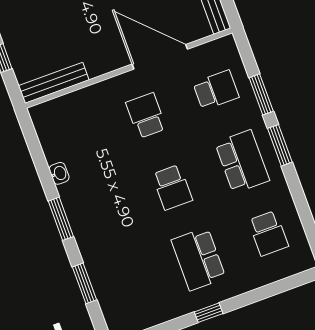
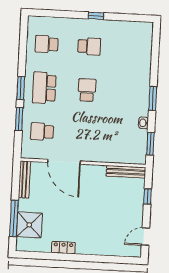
school desk: (146, 116) -> (85, 134), removed
school desk: (268, 233) -> (47, 44), turned -90
school desk: (198, 259) -> (89, 46), width x0.54
window: (84, 283) -> (150, 144), moved

